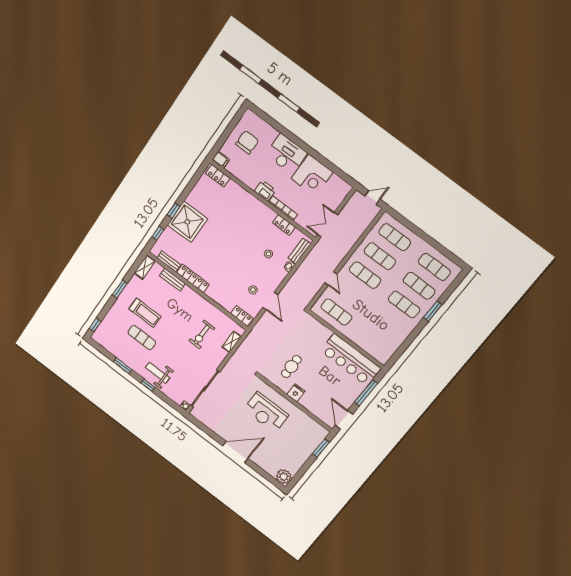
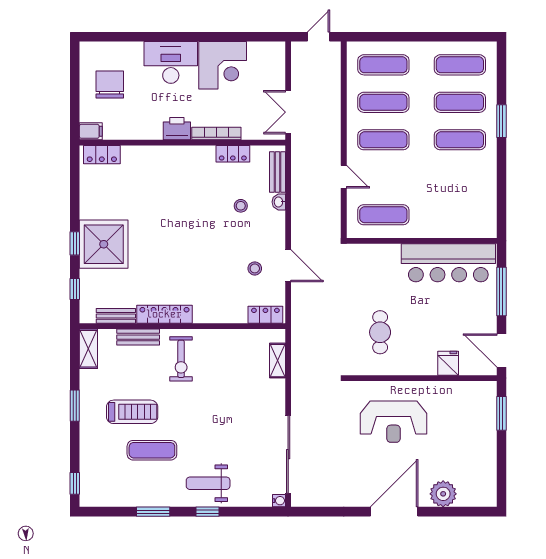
exercise bike: (202, 335) -> (181, 359), moved
fridge: (296, 393) -> (448, 363), moved
plant: (284, 477) -> (443, 494), moved

